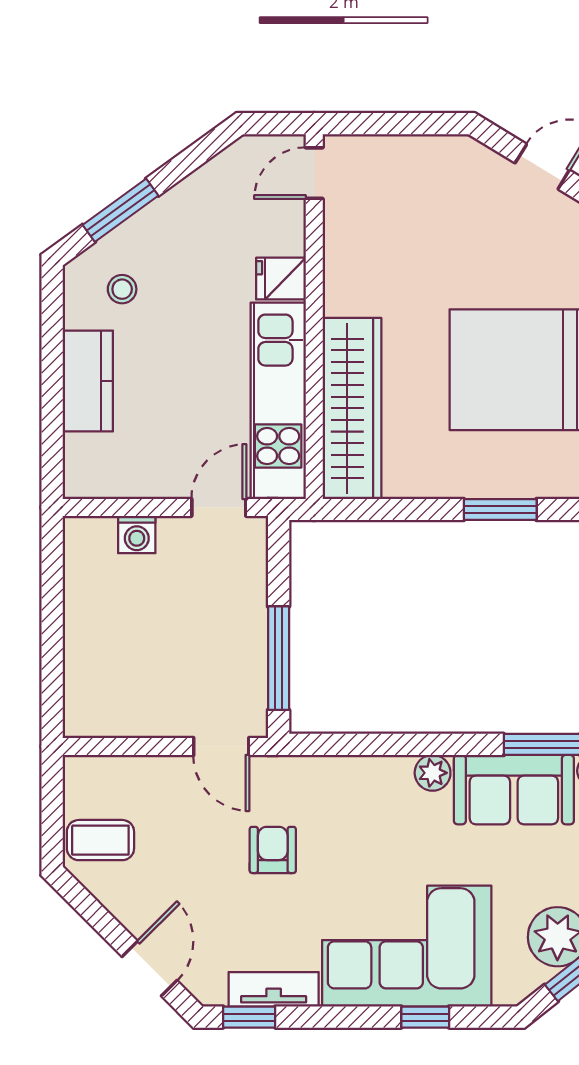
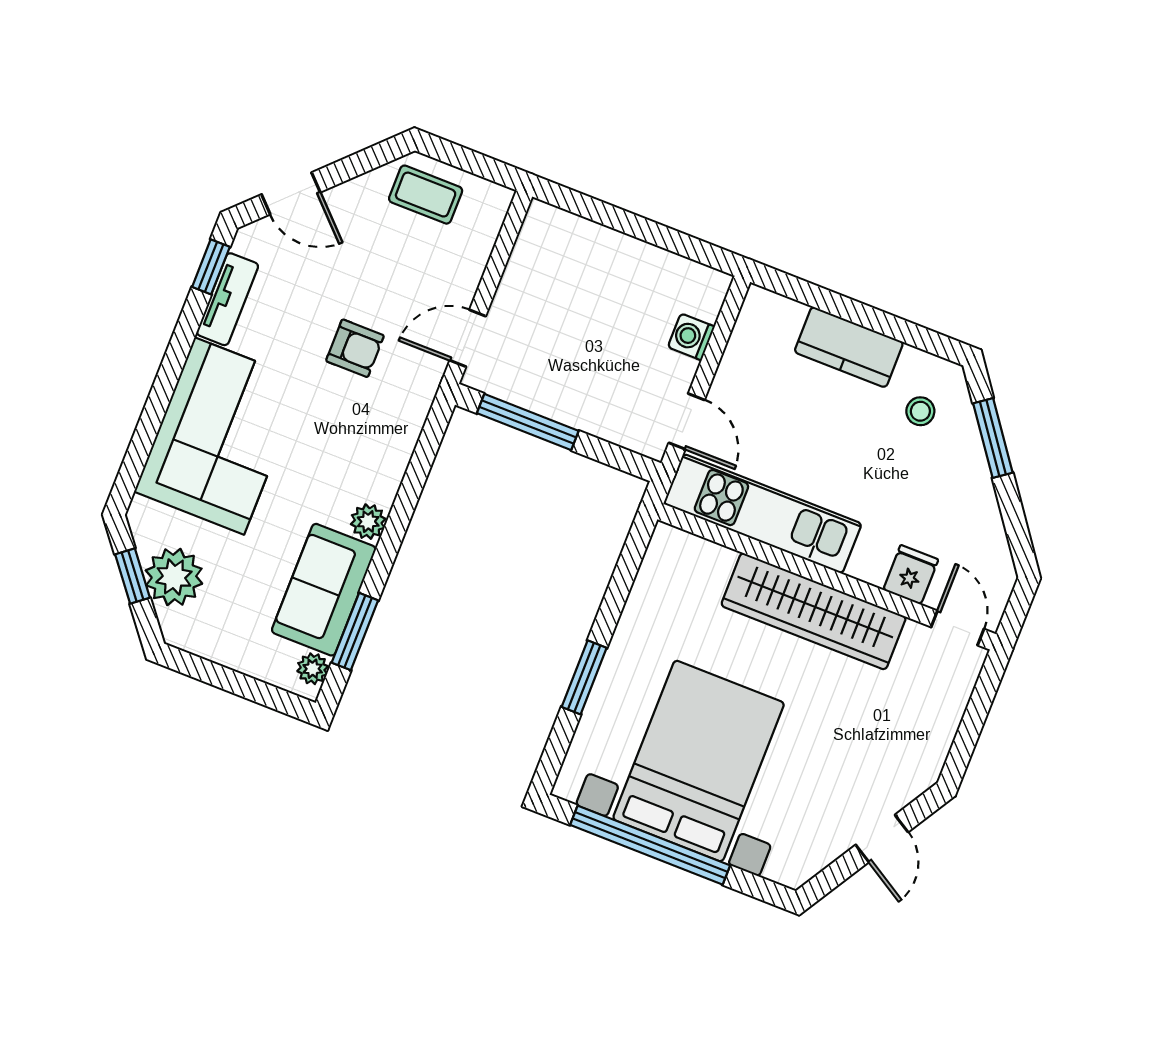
fridge: (281, 279) -> (911, 575), moved
wardrobe: (352, 408) -> (814, 611), moved
coffee table: (100, 840) -> (426, 195), turned 90
window: (425, 1017) -> (148, 428), removed

